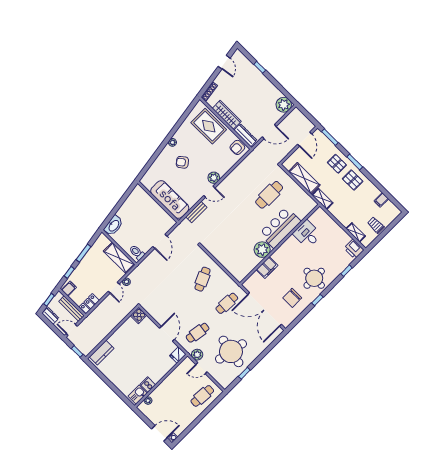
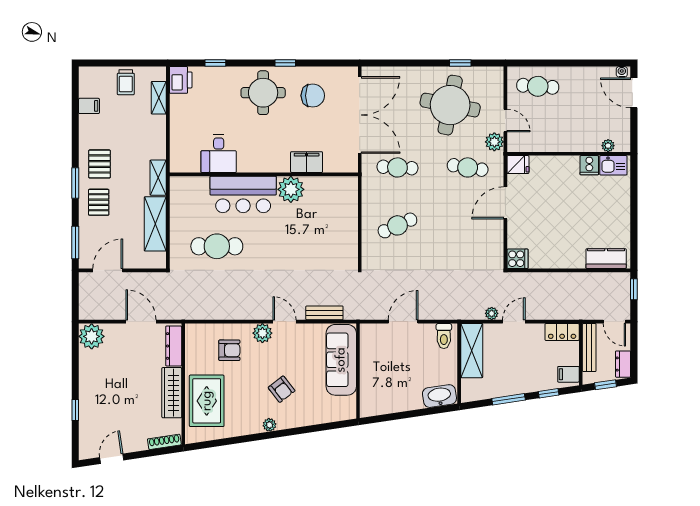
armchair: (237, 147) -> (229, 350), moved

